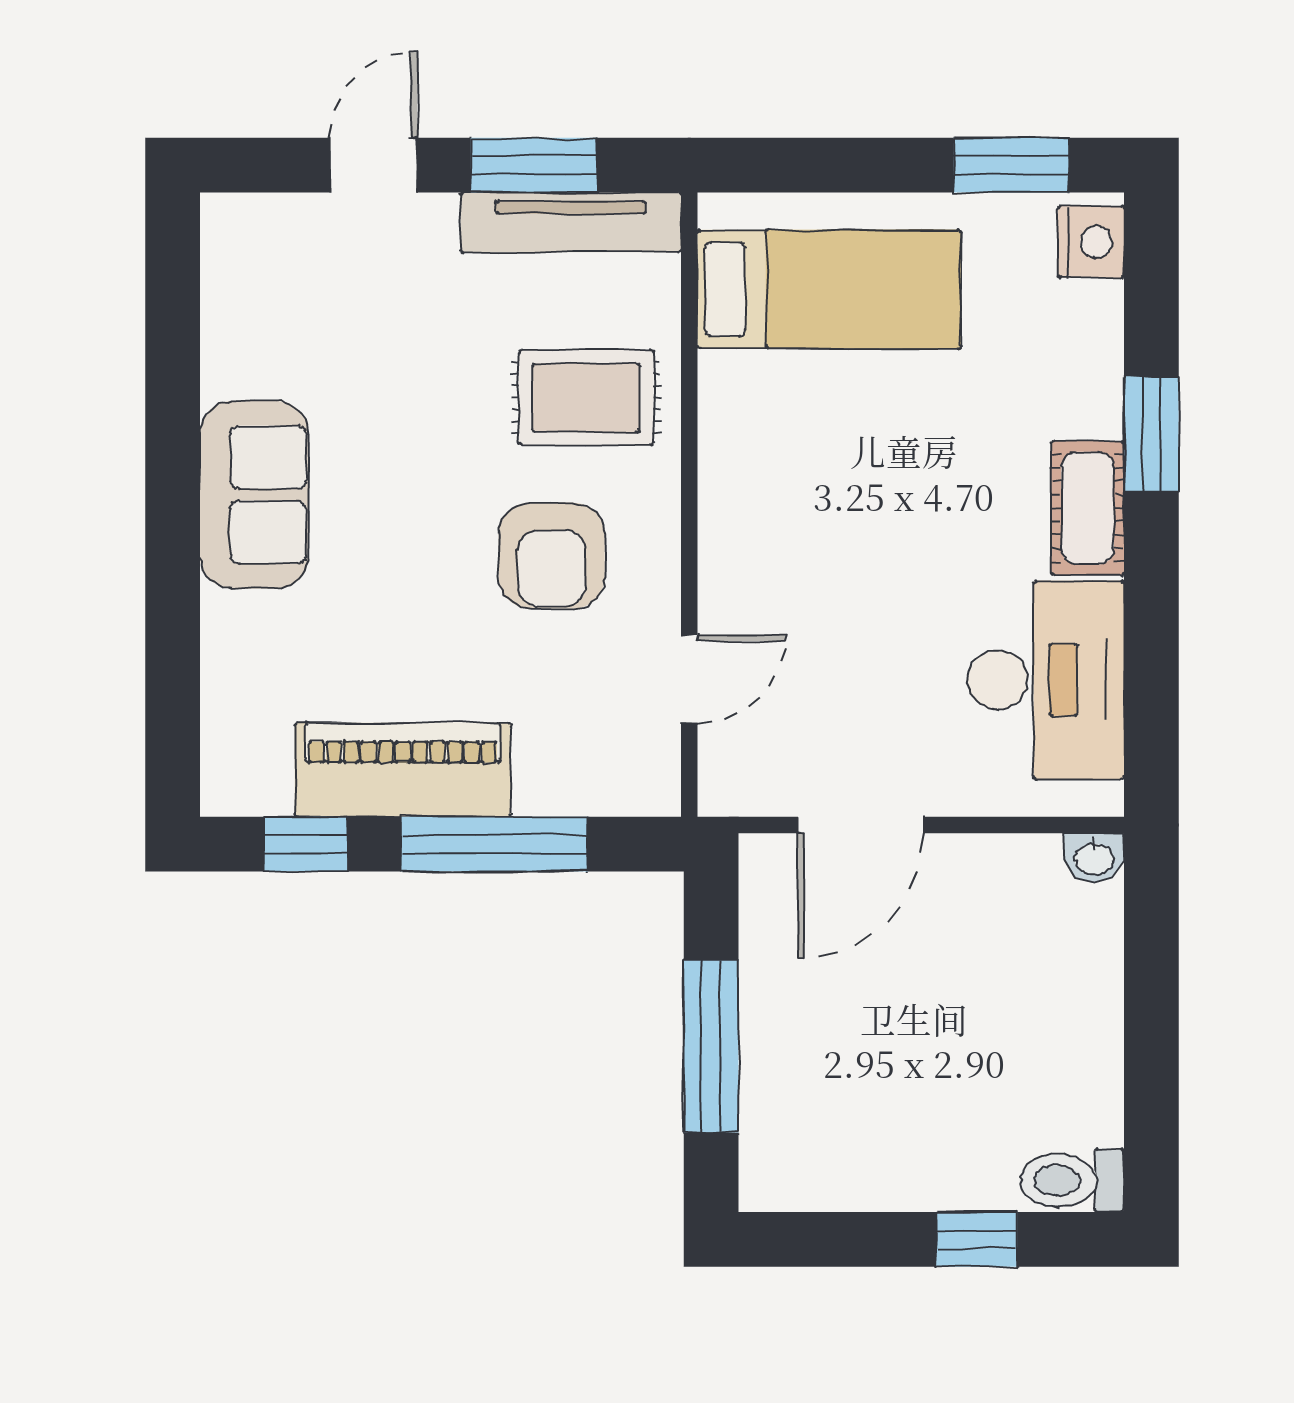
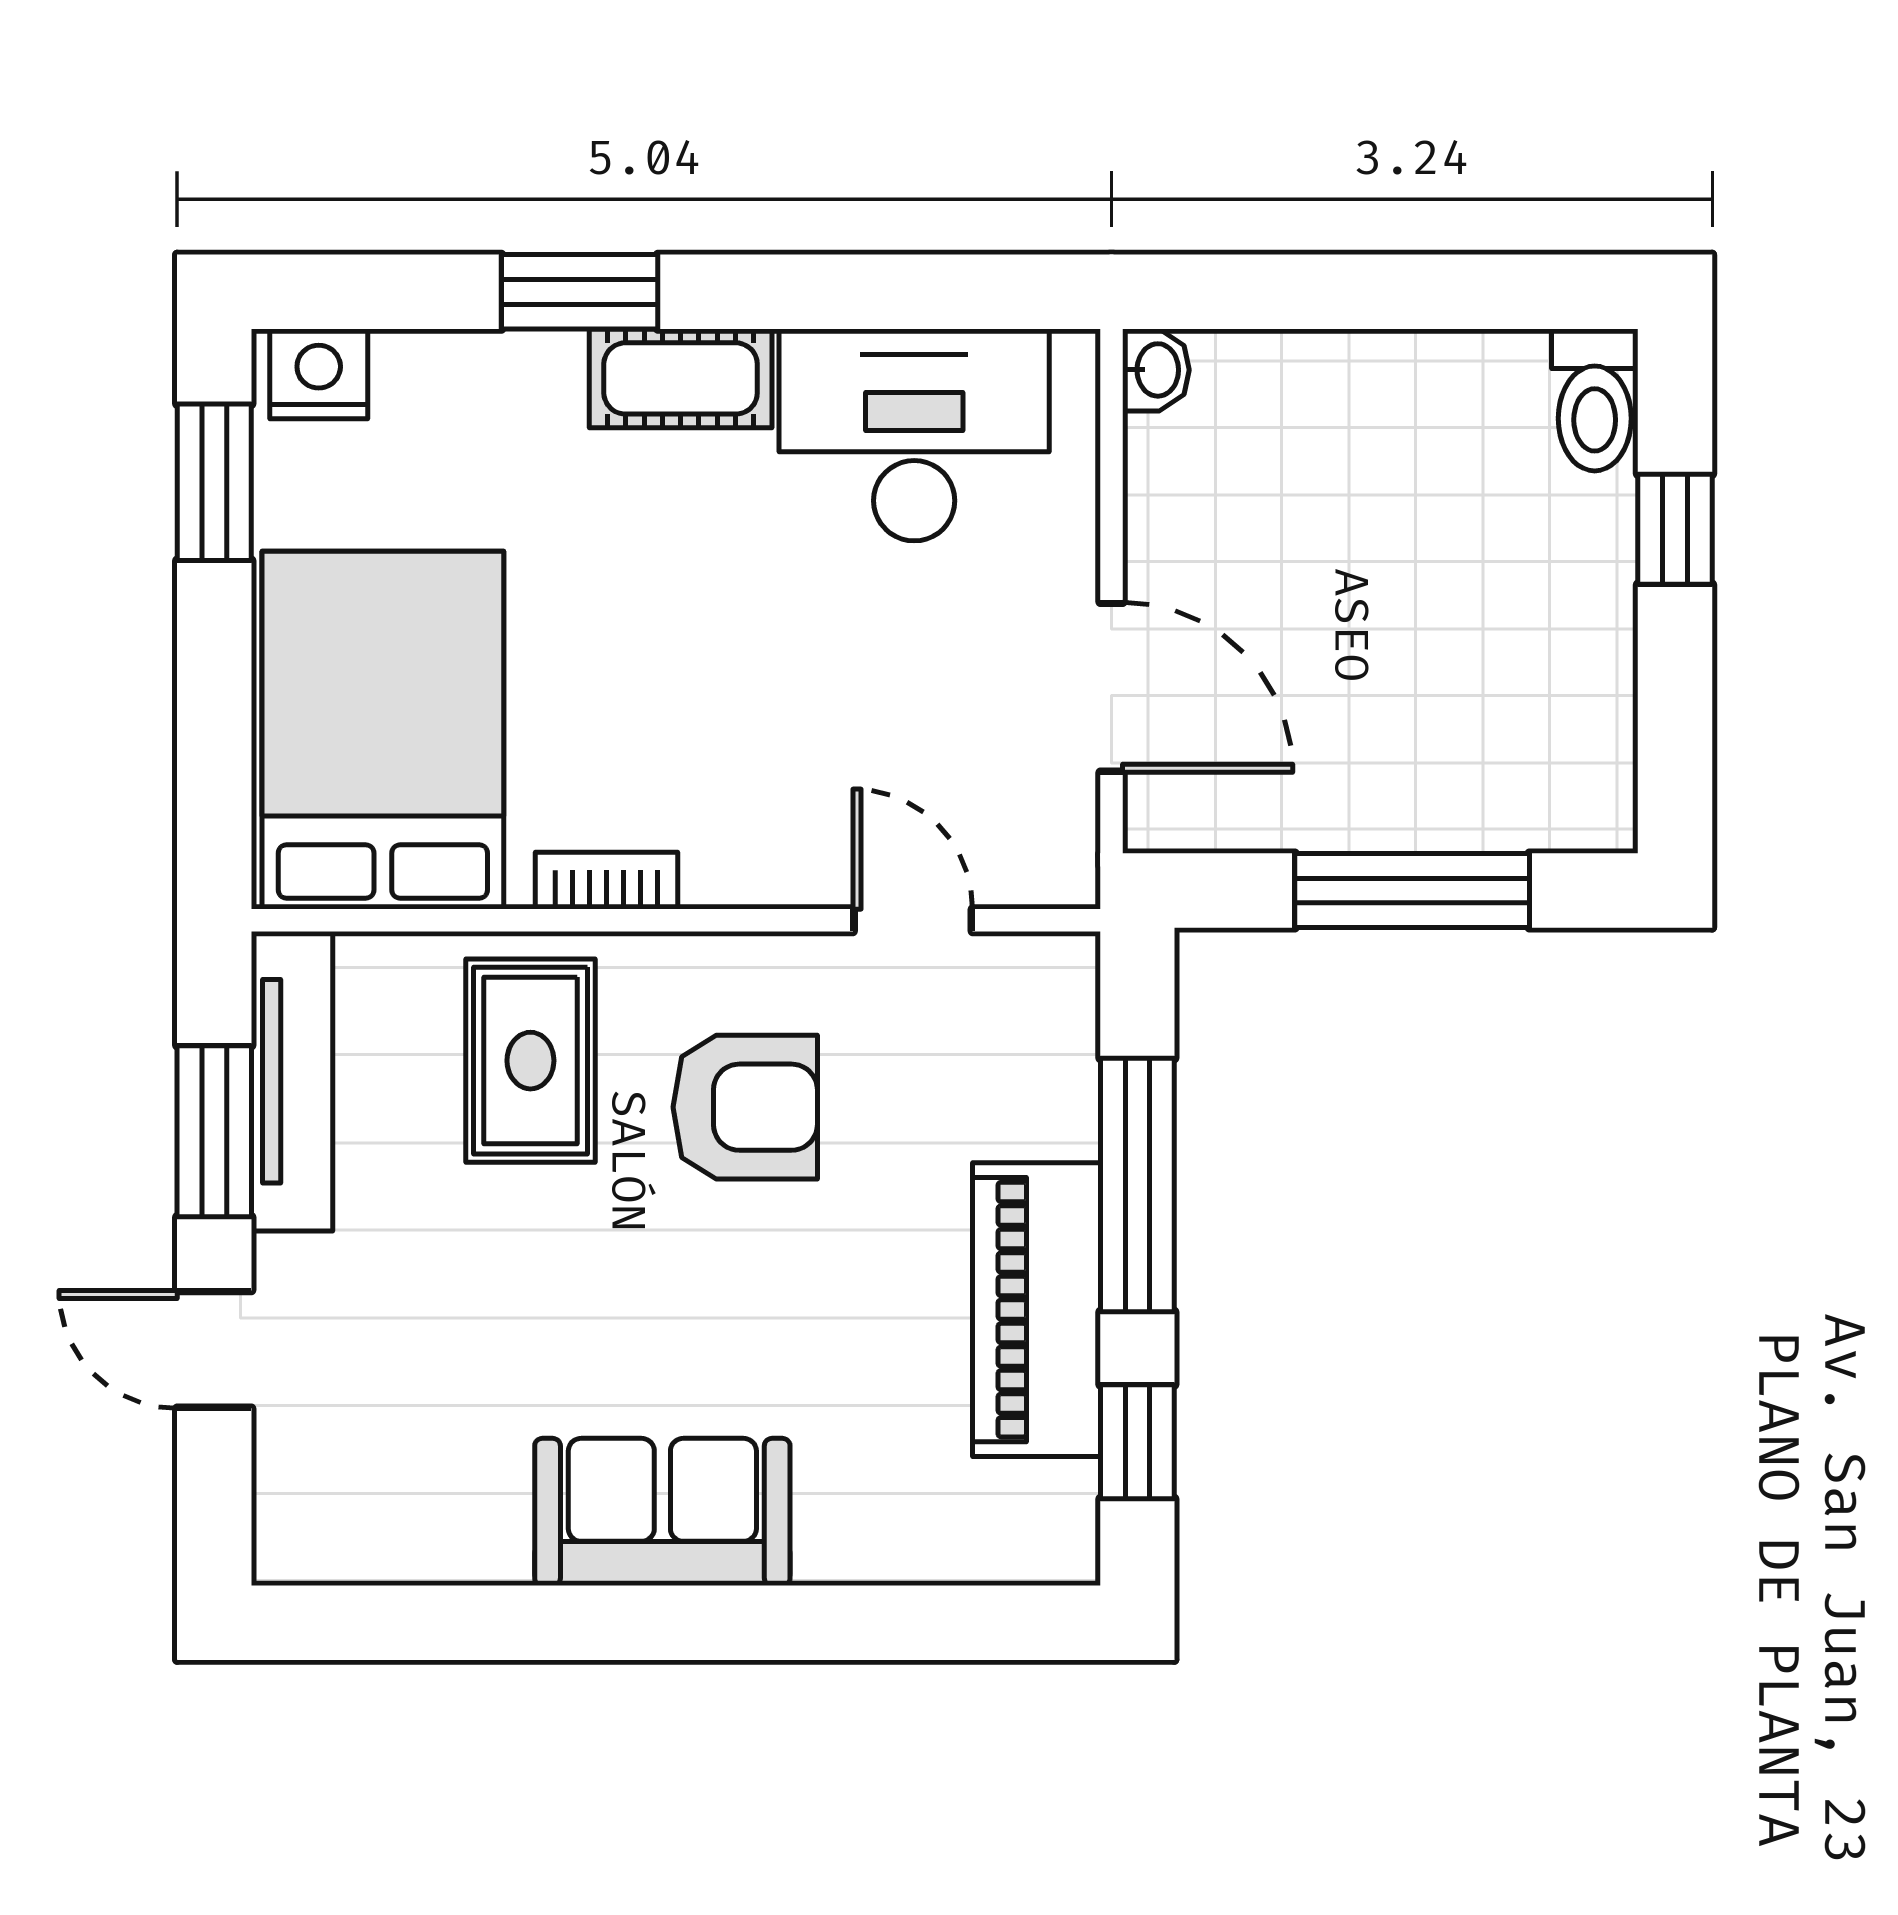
bed: (829, 289) -> (383, 730), width x1.50
bookcase: (718, 454) -> (607, 881), added

